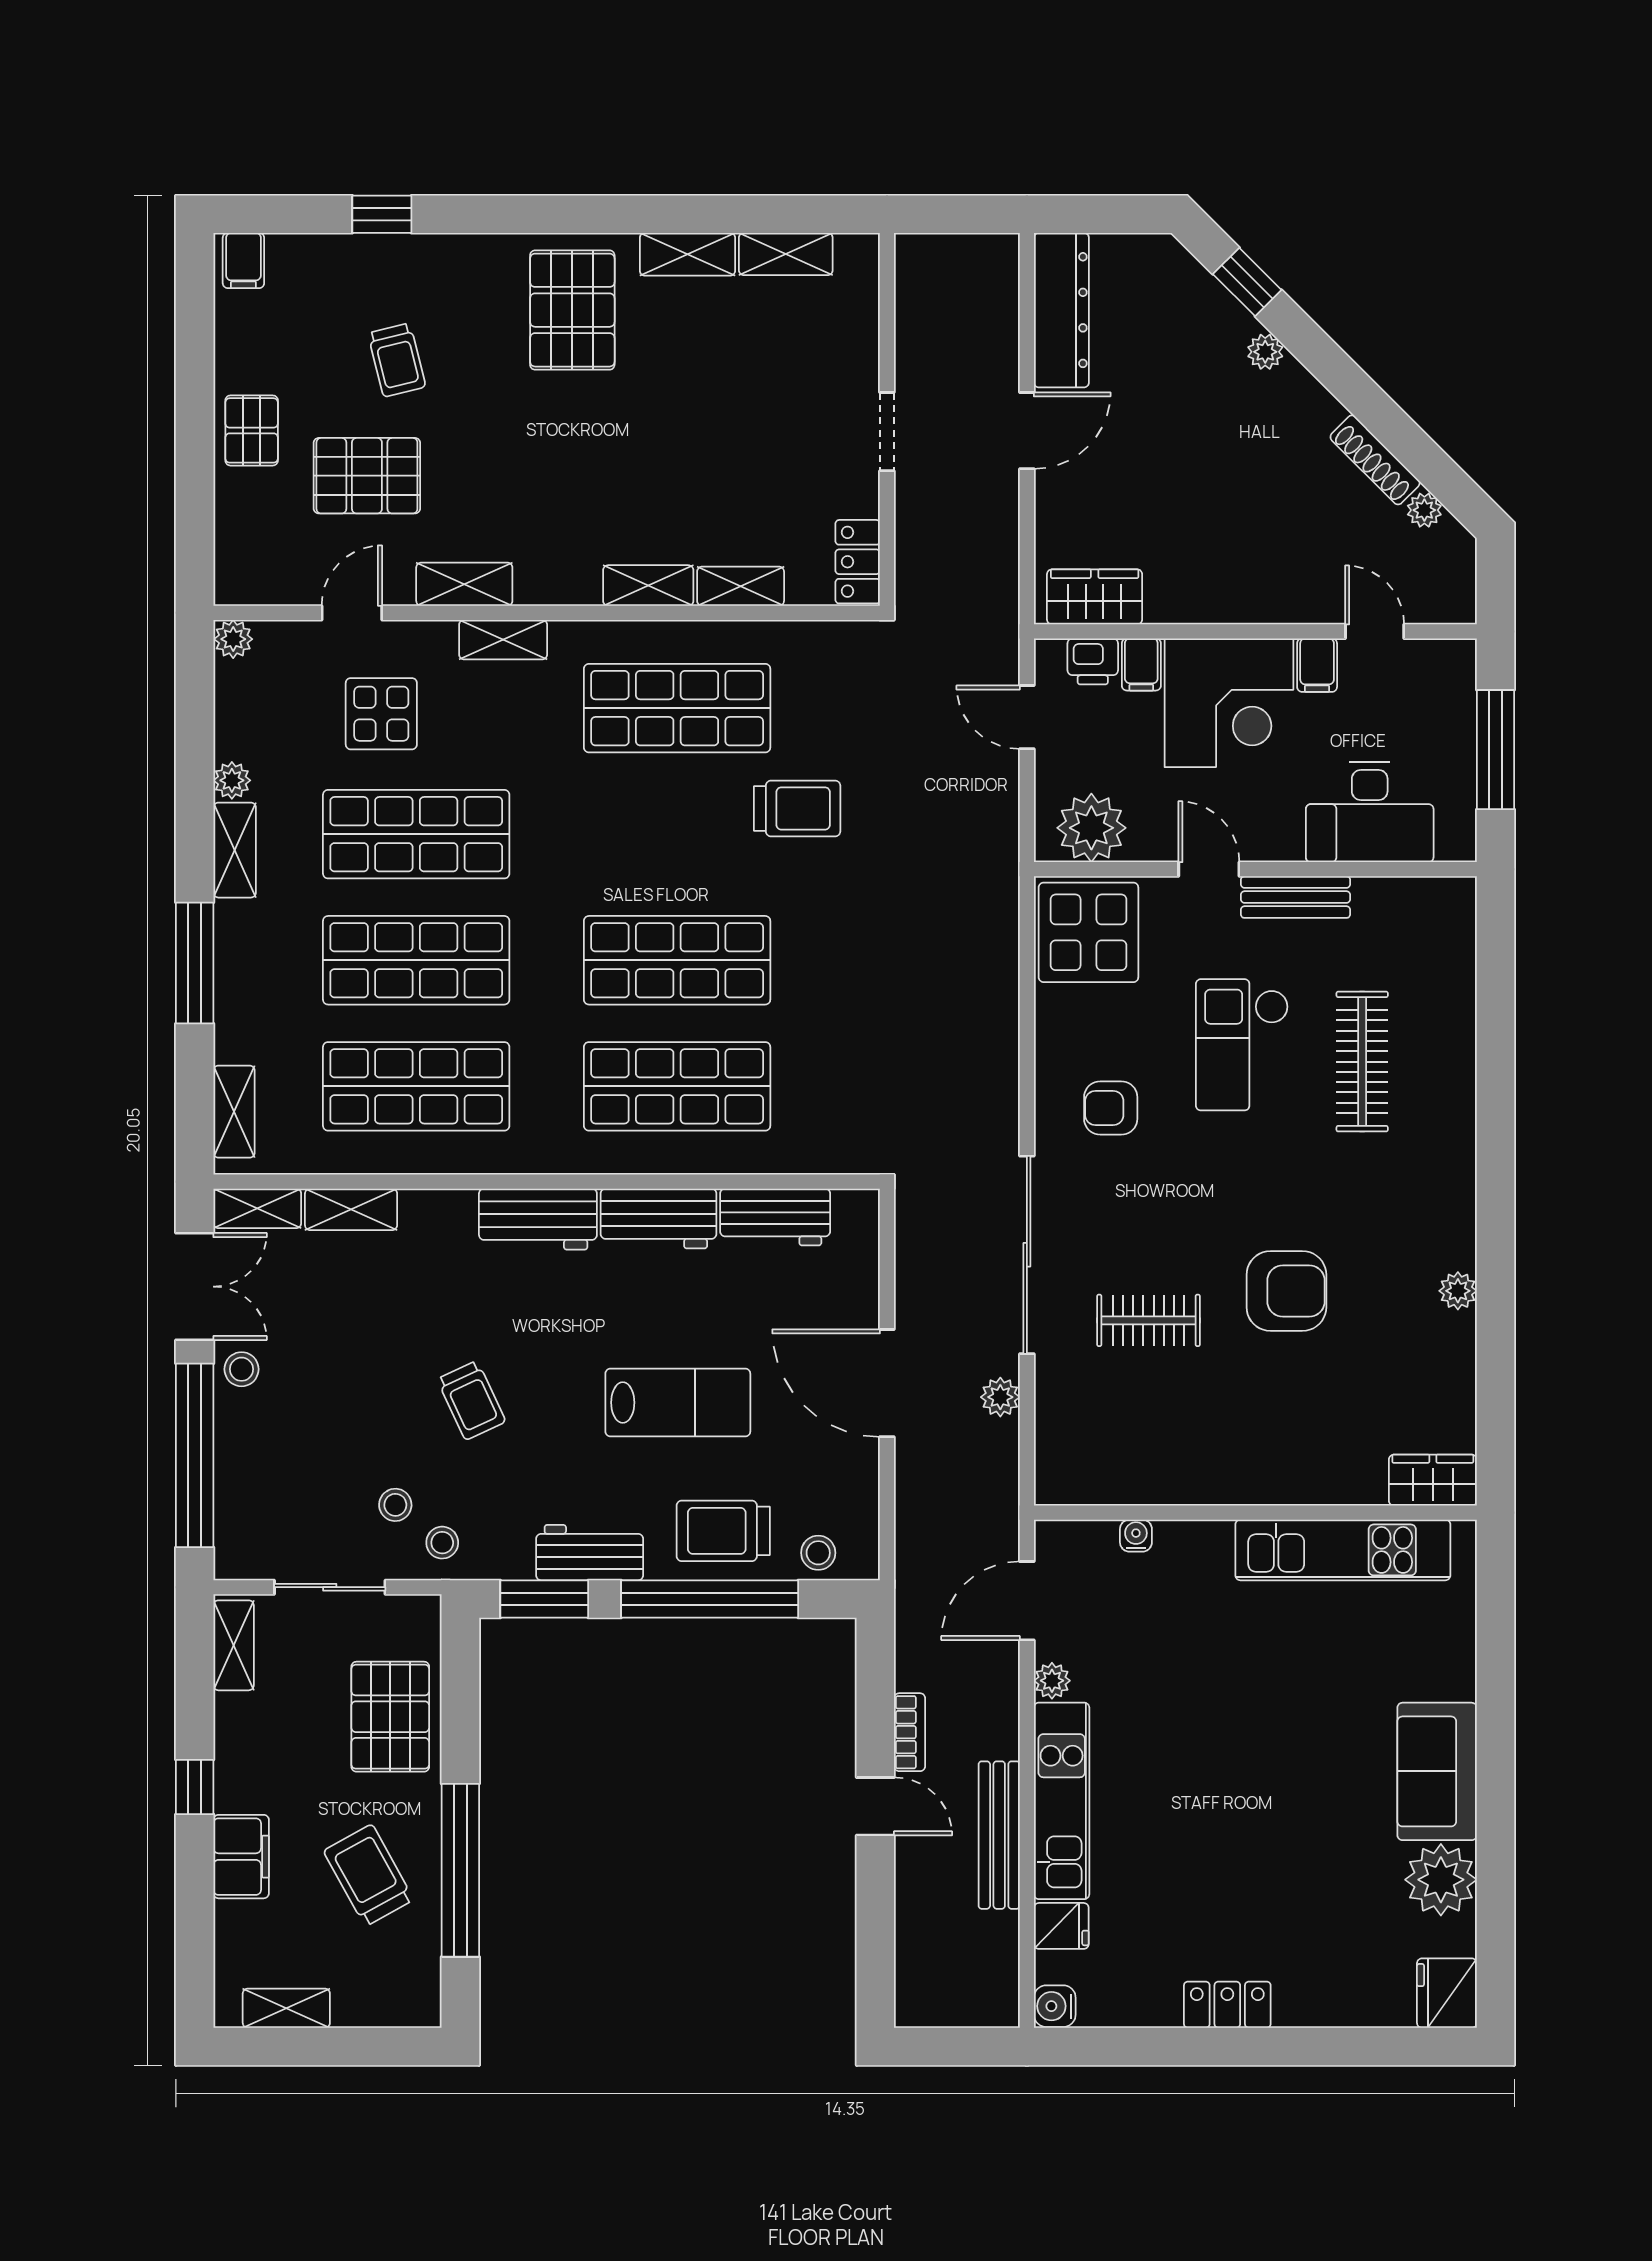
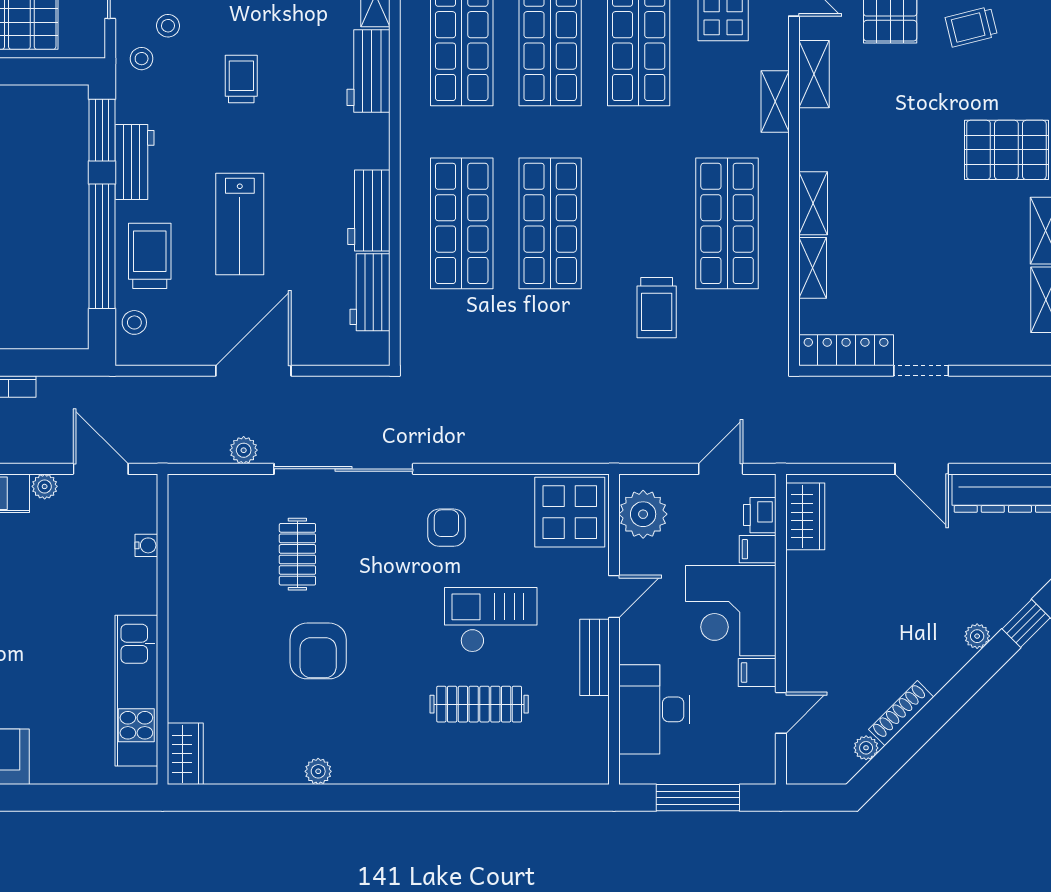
locker: (858, 562) -> (846, 350), width x1.53
workbench: (538, 1219) -> (369, 71), moved
trolley: (471, 1400) -> (241, 79), turned 115

